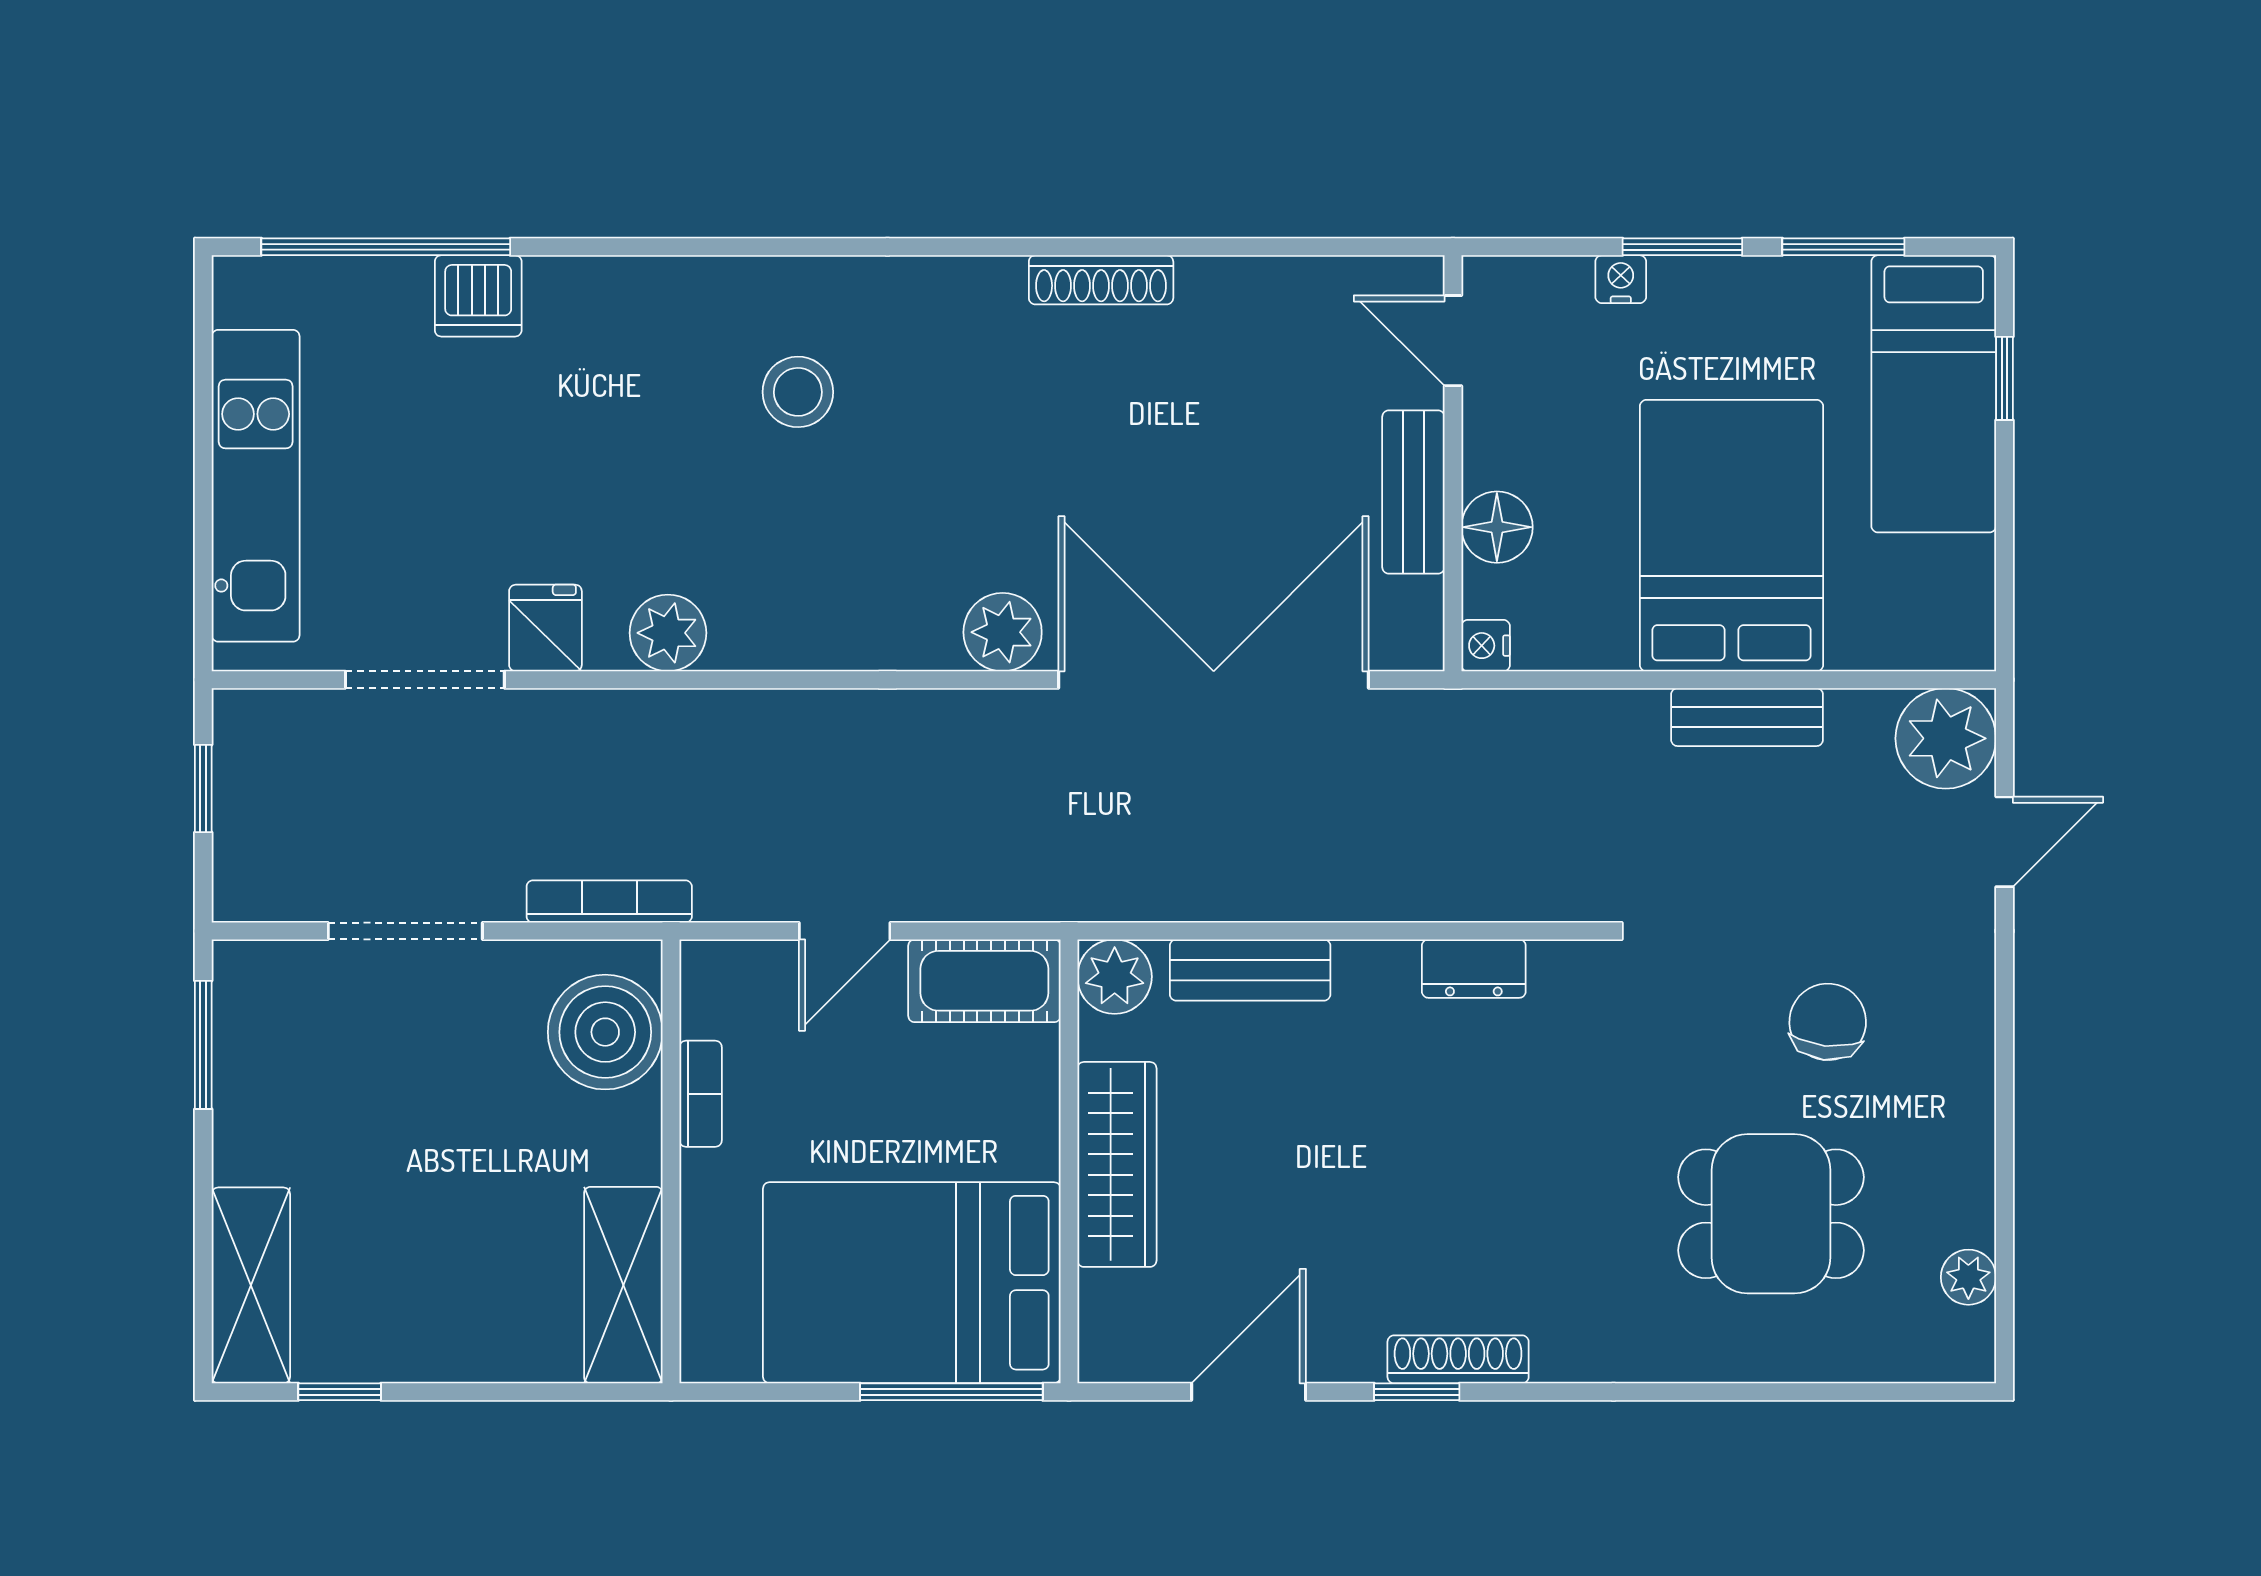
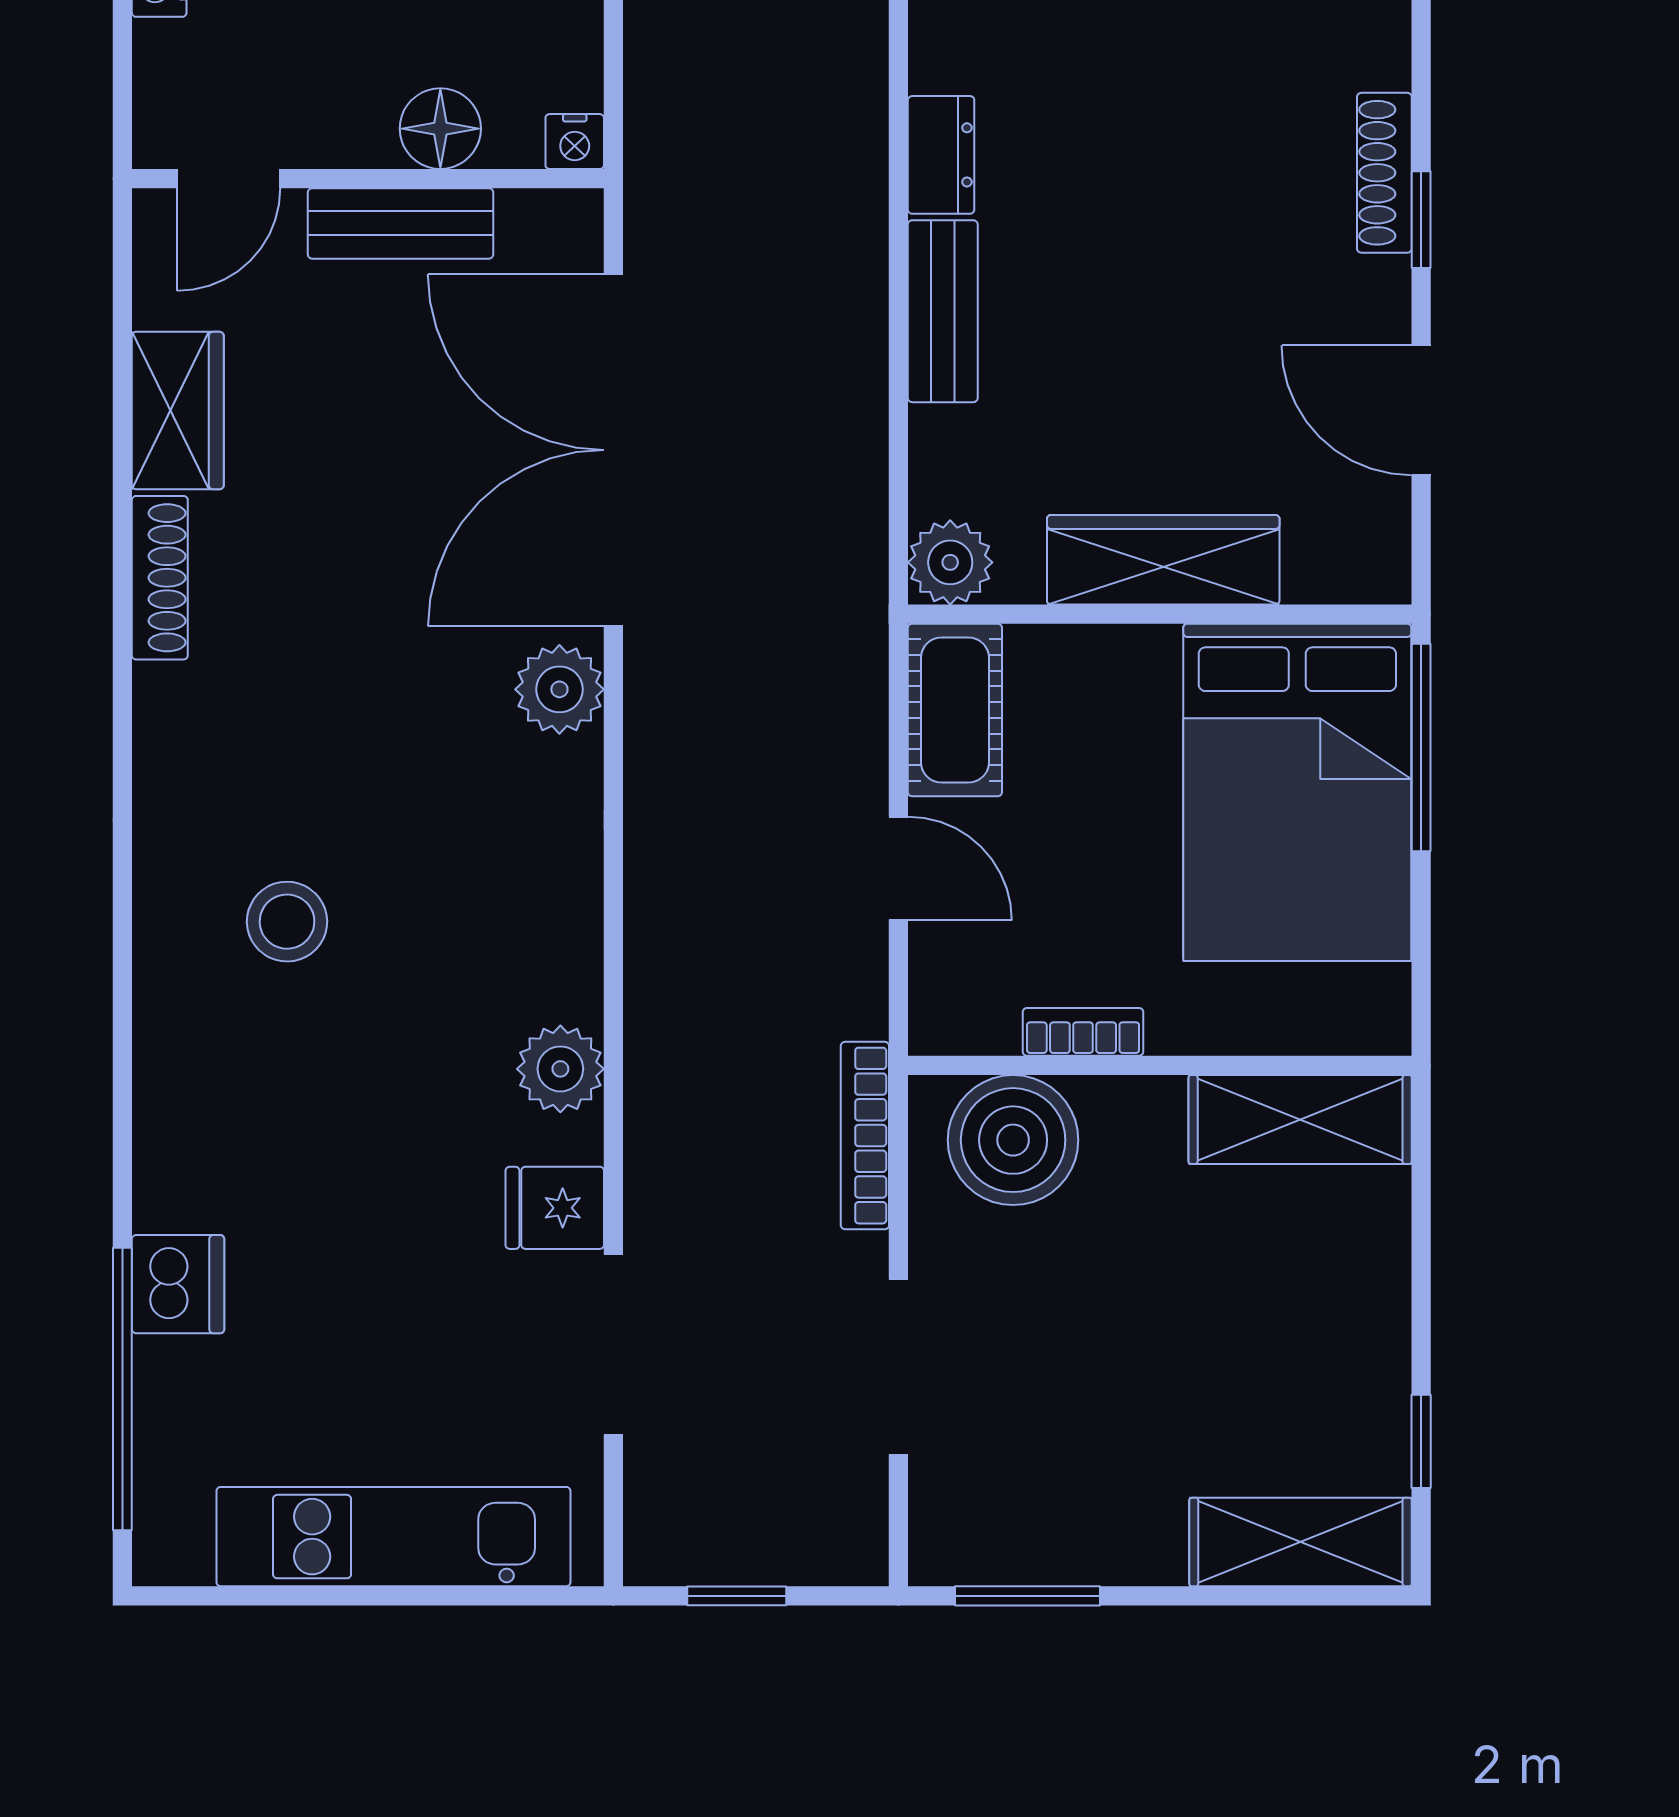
wardrobe: (1248, 296) -> (178, 411), added
bench: (1250, 970) -> (943, 311), moved

